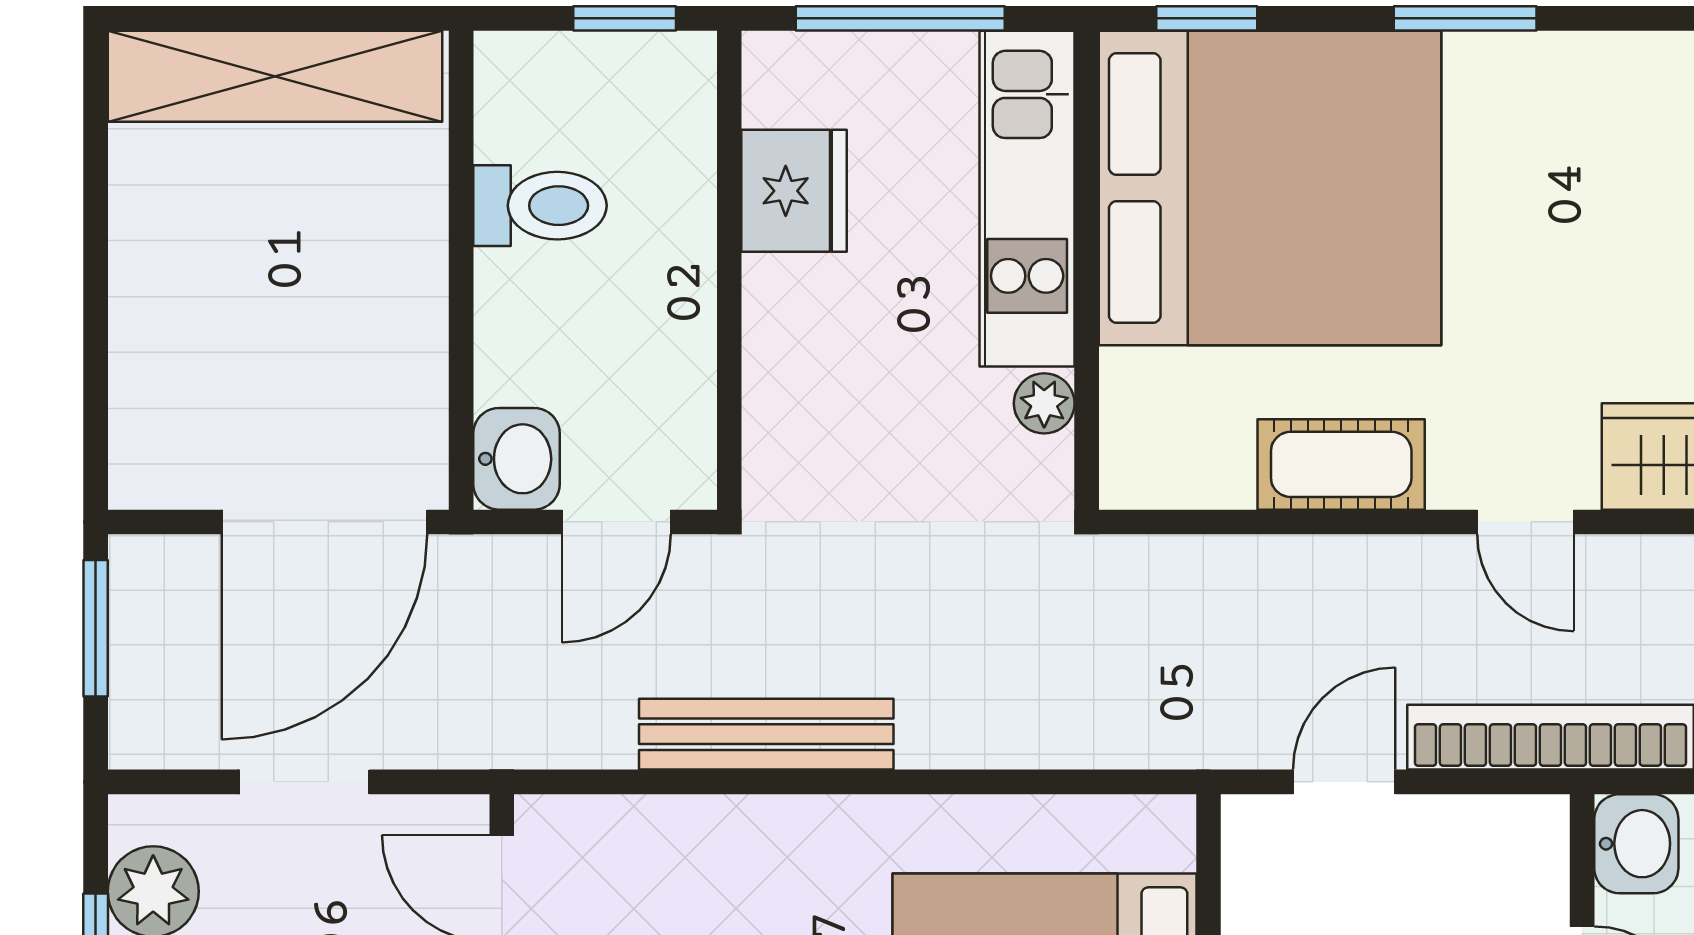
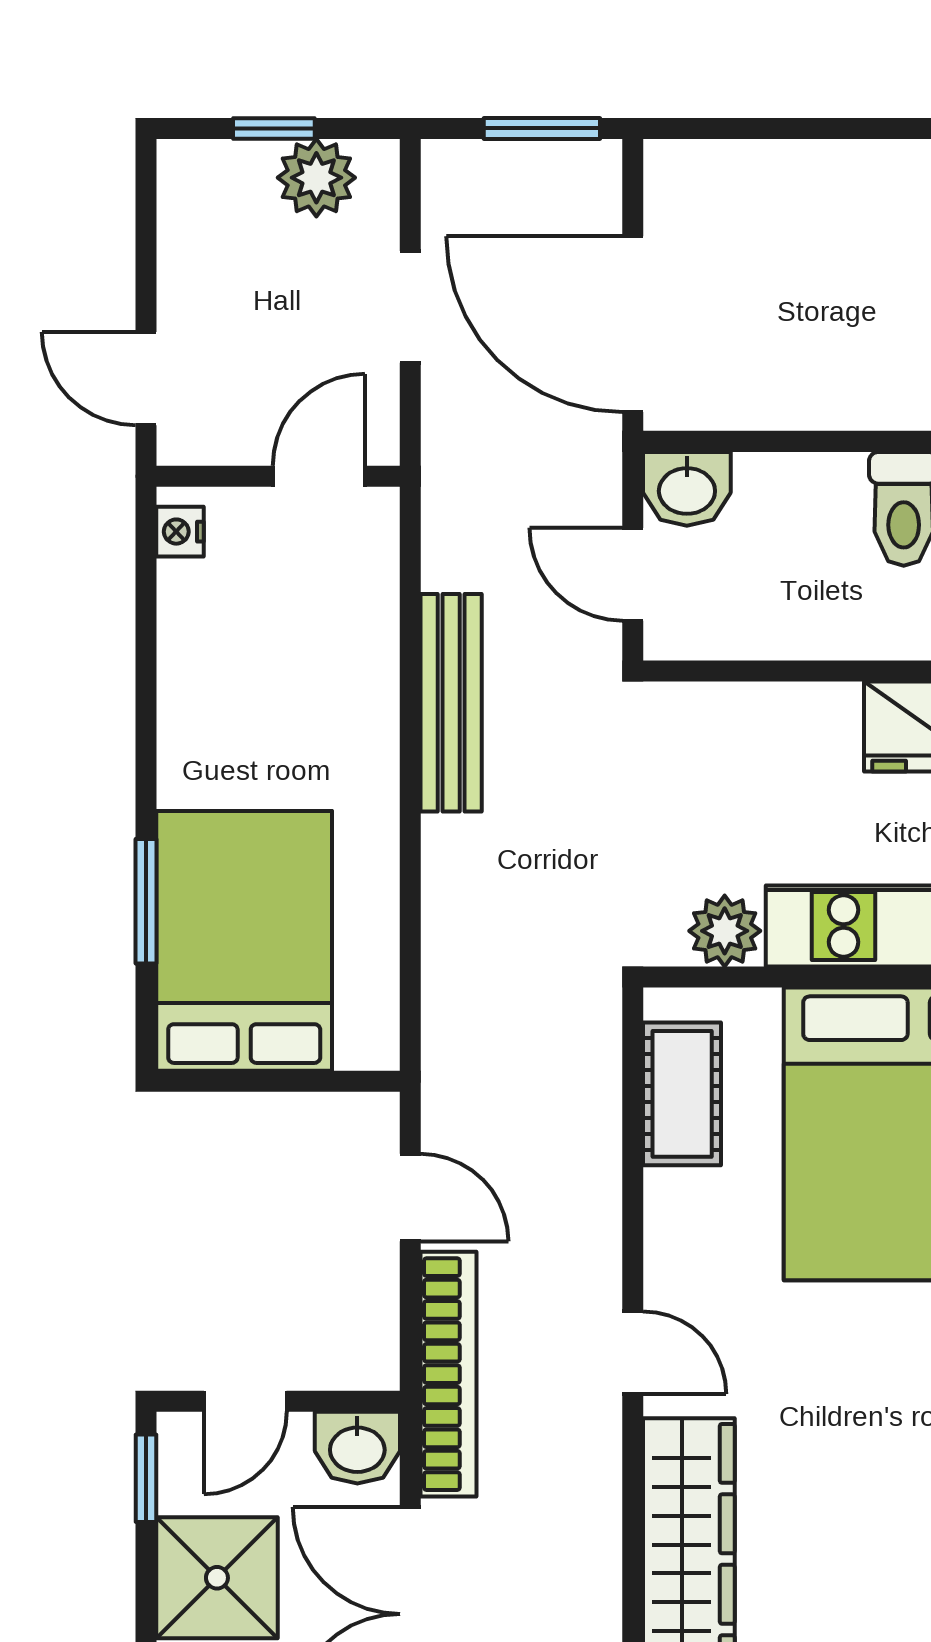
plant: (1044, 403) -> (725, 931), width x1.38, depth x1.38
cot: (1341, 464) -> (682, 1094), moved
door: (1525, 522) -> (633, 1353), swing flipped

